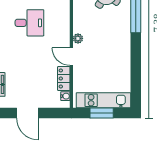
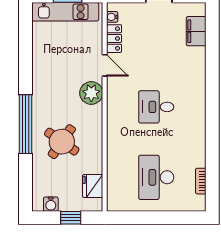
plant: (78, 38) -> (91, 93), width x1.88, depth x1.88

